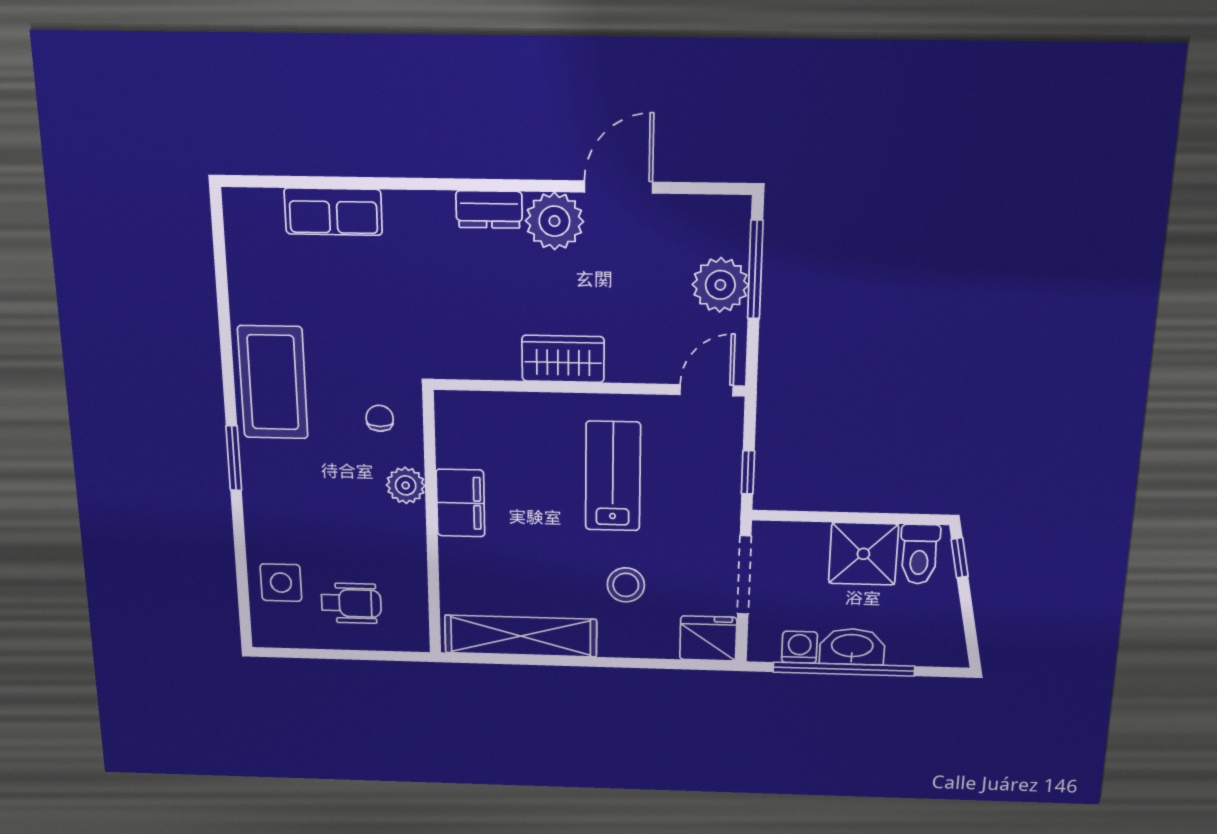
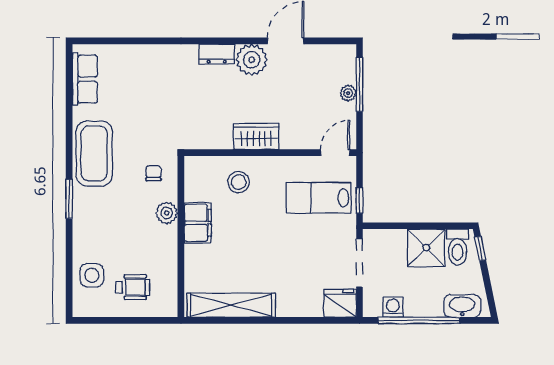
row of seats: (333, 212) -> (85, 79), moved, turned -90
plant: (720, 285) -> (348, 93), width x0.53, depth x0.53
lab bench: (613, 476) -> (319, 198), moved, turned -90
stool: (626, 585) -> (239, 182), moved
washbasin: (852, 647) -> (462, 306), moved

